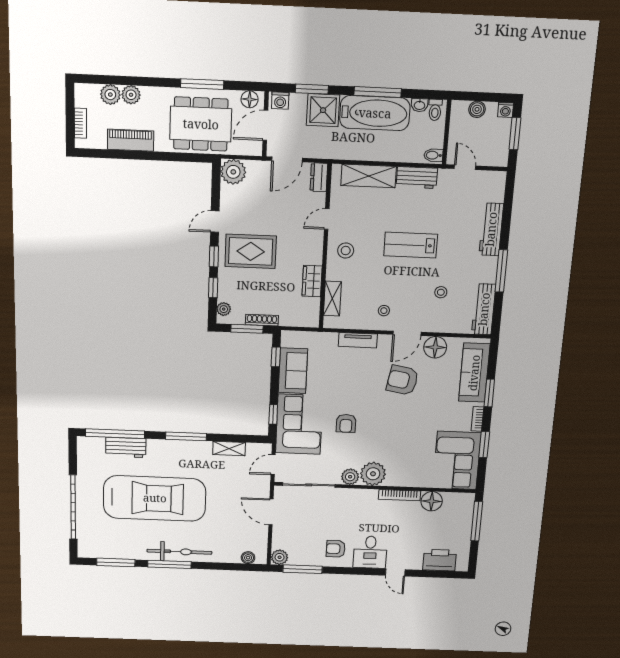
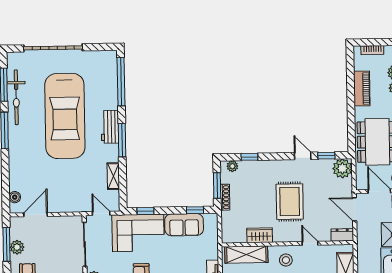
rug: (251, 251) -> (290, 202), moved
window: (214, 256) -> (326, 156), moved
shelving: (332, 299) -> (246, 255), width x1.50, depth x1.33
workbench: (126, 447) -> (110, 127), moved
door: (271, 512) -> (36, 215), moved
bicycle: (179, 552) -> (16, 97), moved
plant: (280, 557) -> (17, 247), moved

